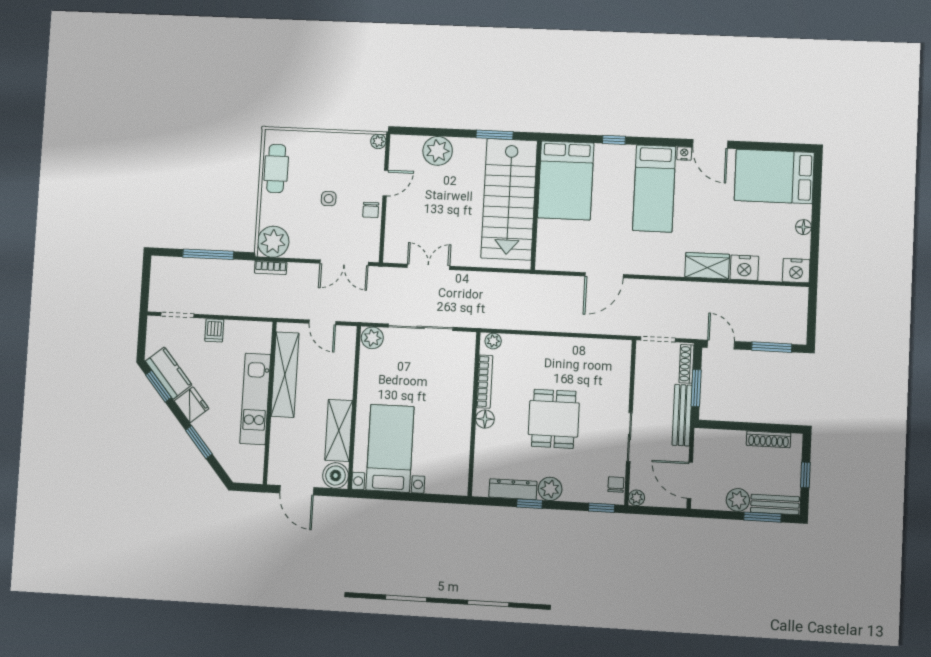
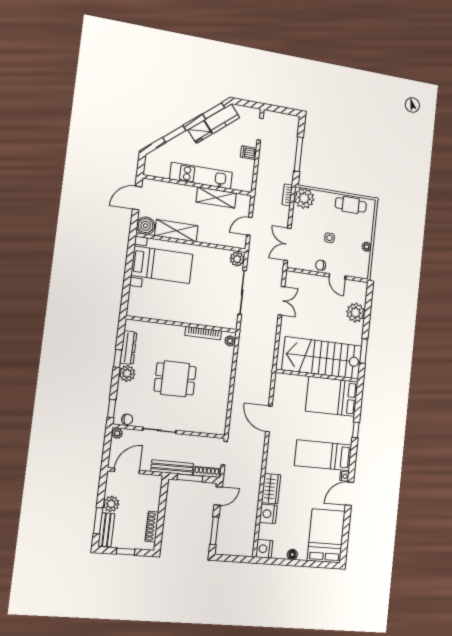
plant: (378, 141) -> (367, 247), moved
shelving: (285, 375) -> (216, 198), width x0.68
floor lamp: (485, 419) -> (178, 332), removed

